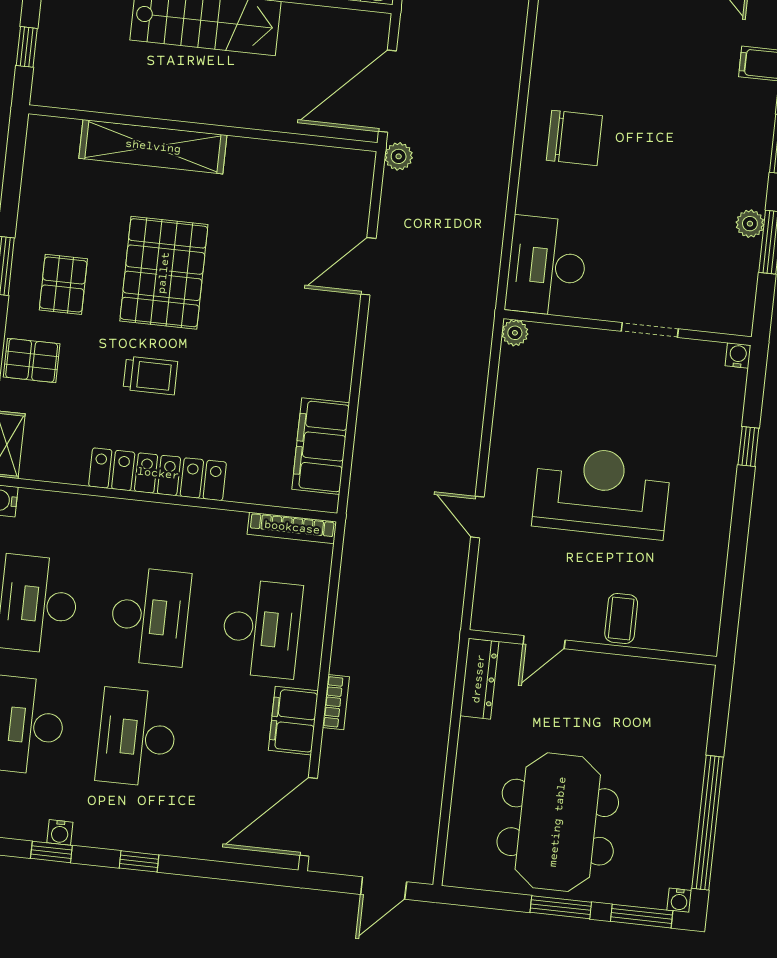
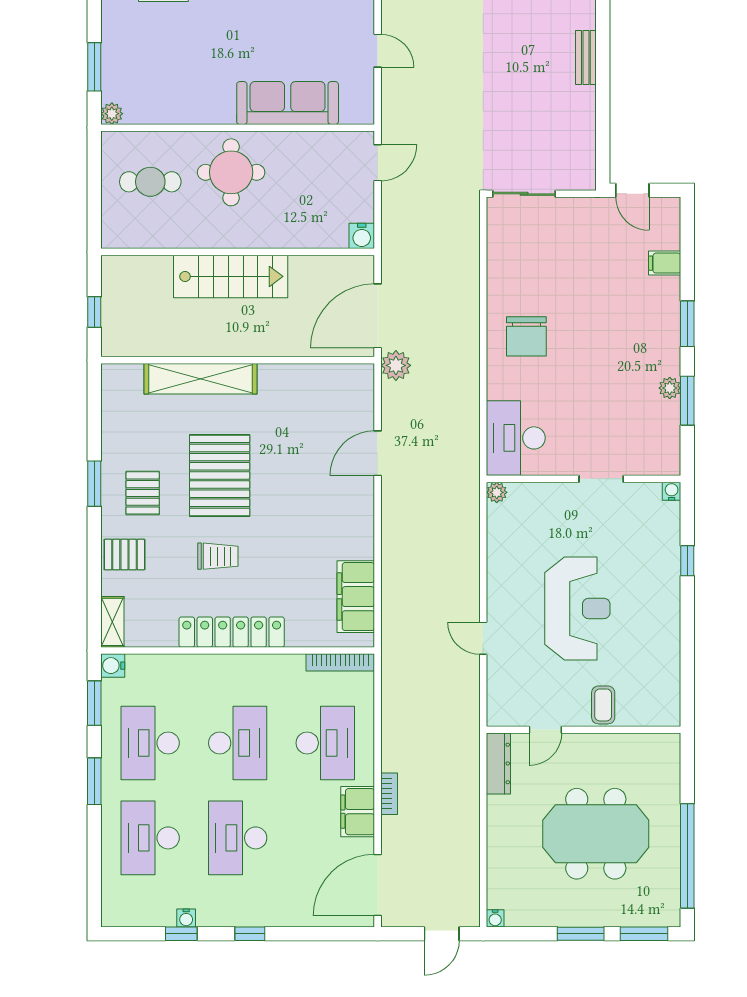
chair: (574, 138) -> (526, 336), turned 90
plant: (399, 156) -> (396, 365), width x1.38, depth x1.38
reception desk: (602, 492) -> (577, 608), turned 90
meeting table: (558, 822) -> (596, 834), moved, turned 90
water cooler: (679, 900) -> (495, 918), moved

